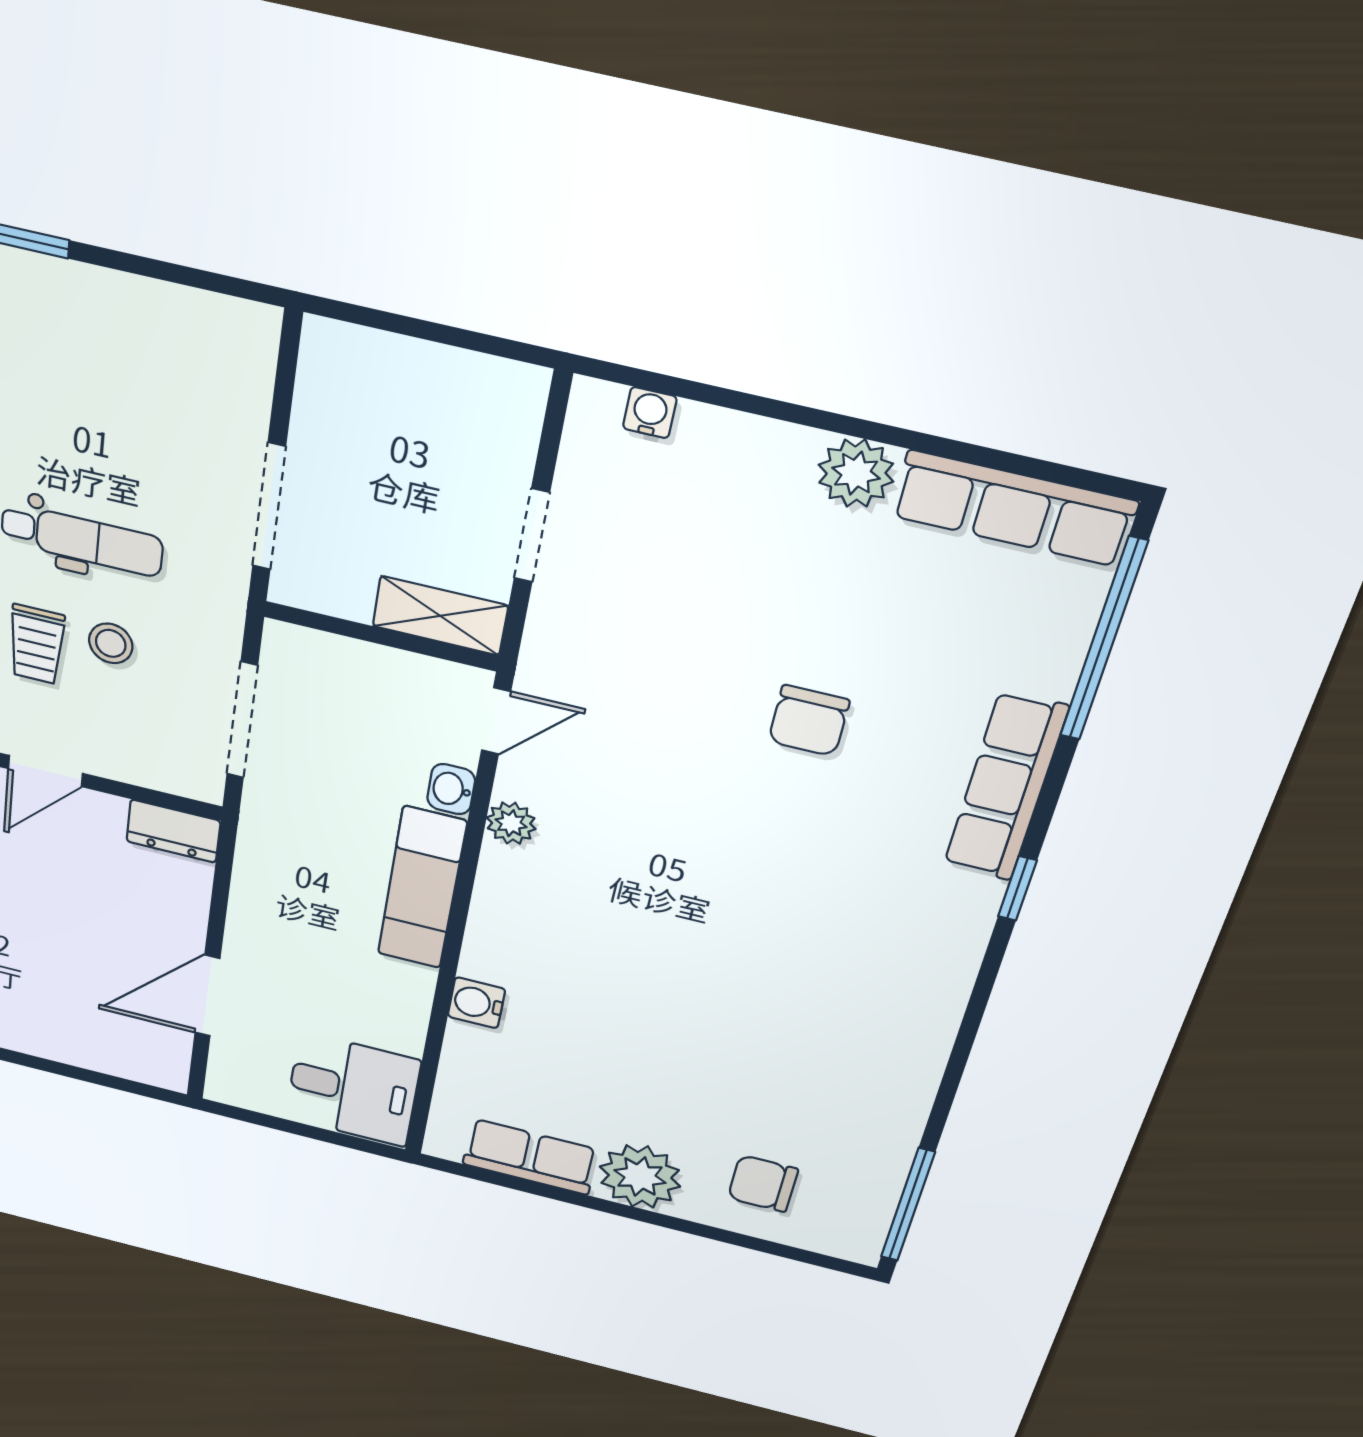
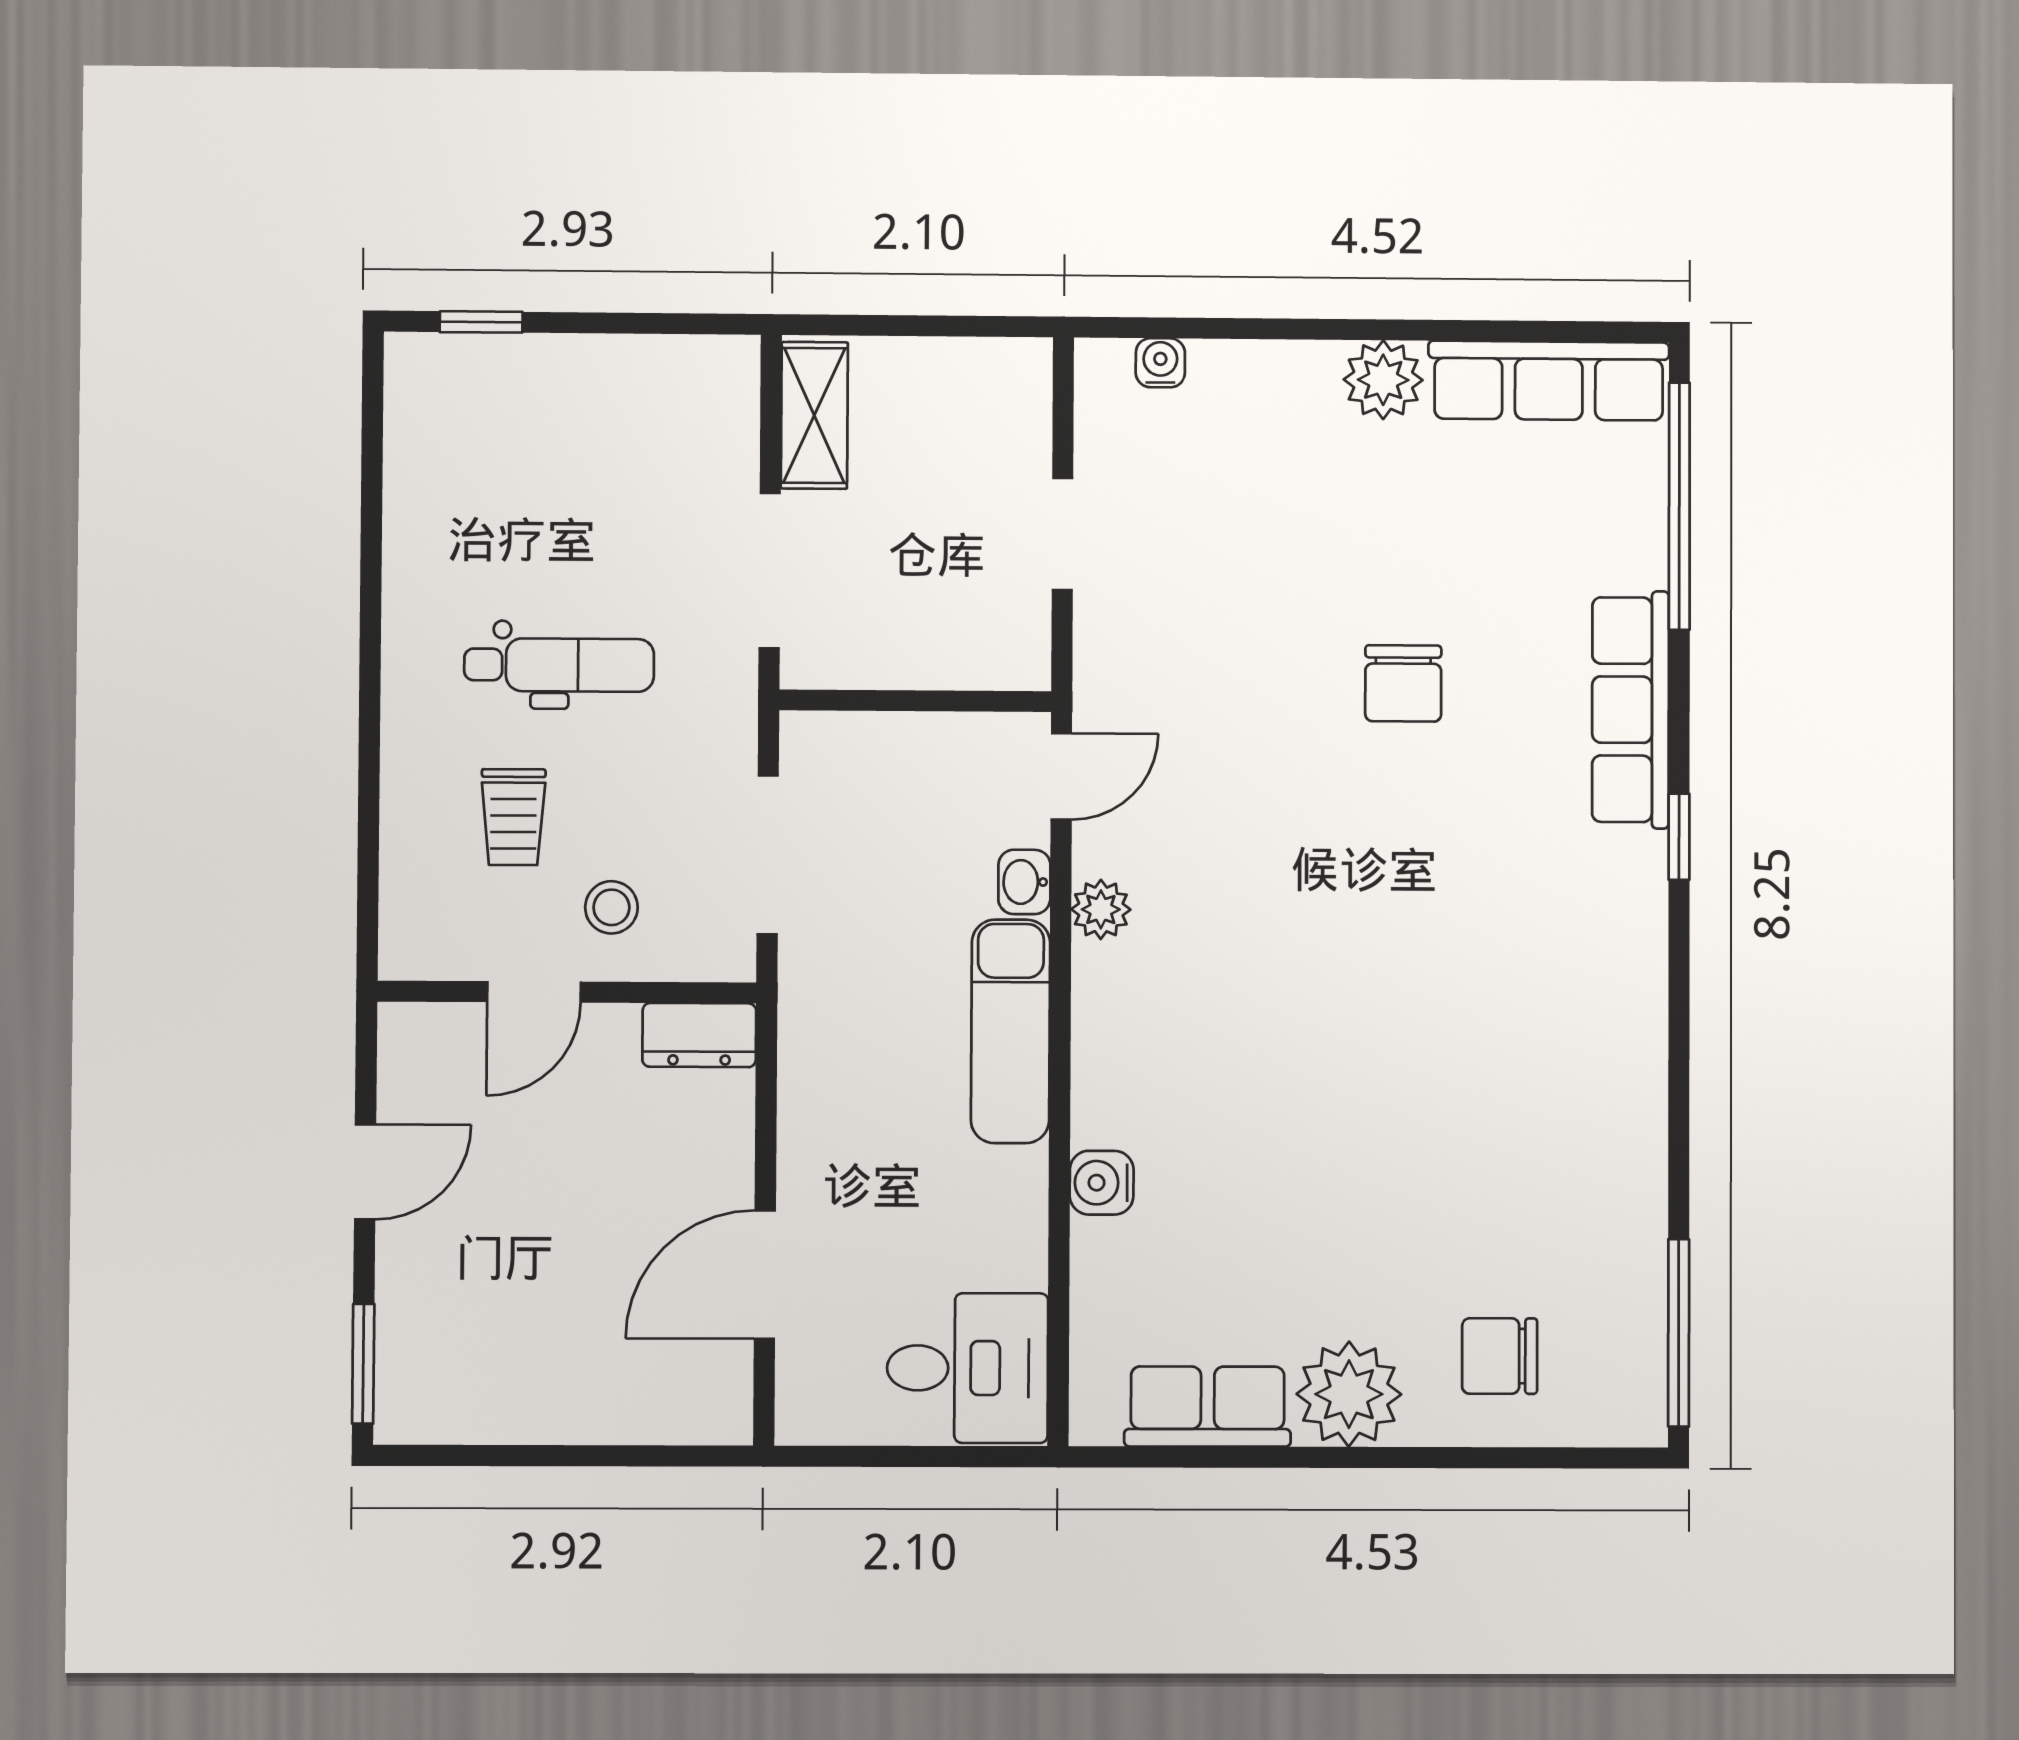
shelving: (440, 616) -> (814, 415), moved, turned 90
stool: (111, 643) -> (611, 907), moved

